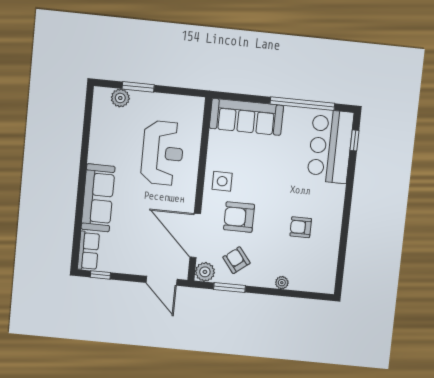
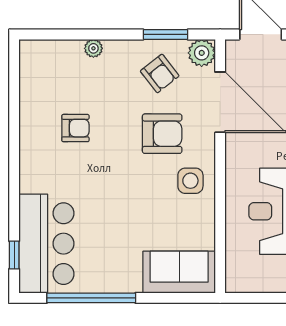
sofa: (246, 117) -> (179, 272), width x0.73

